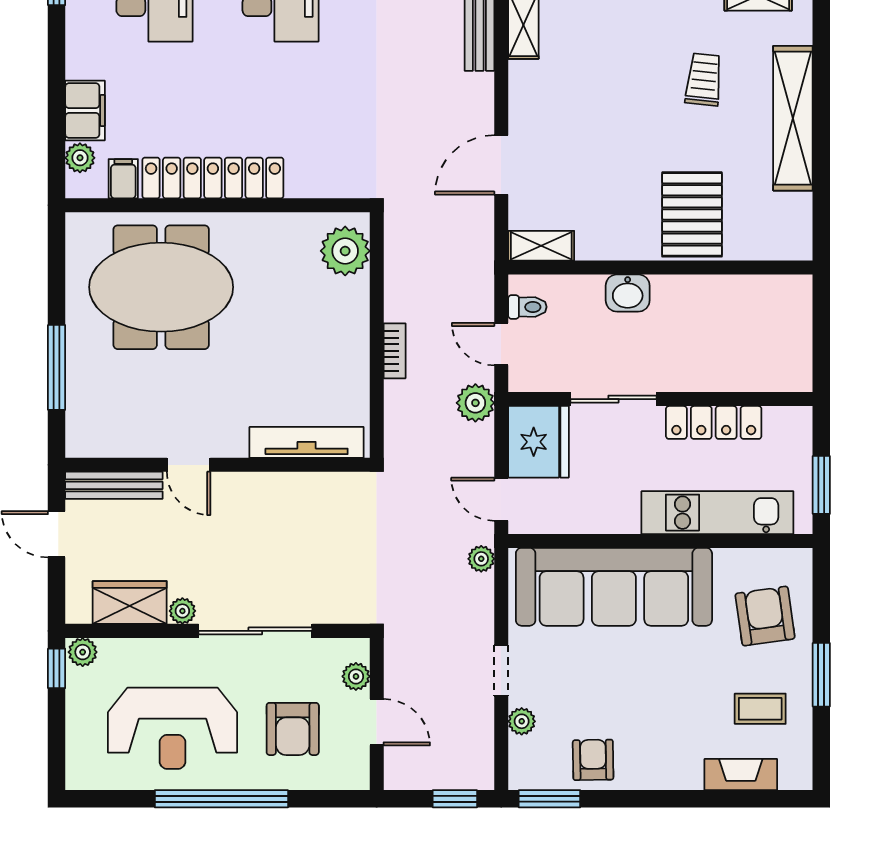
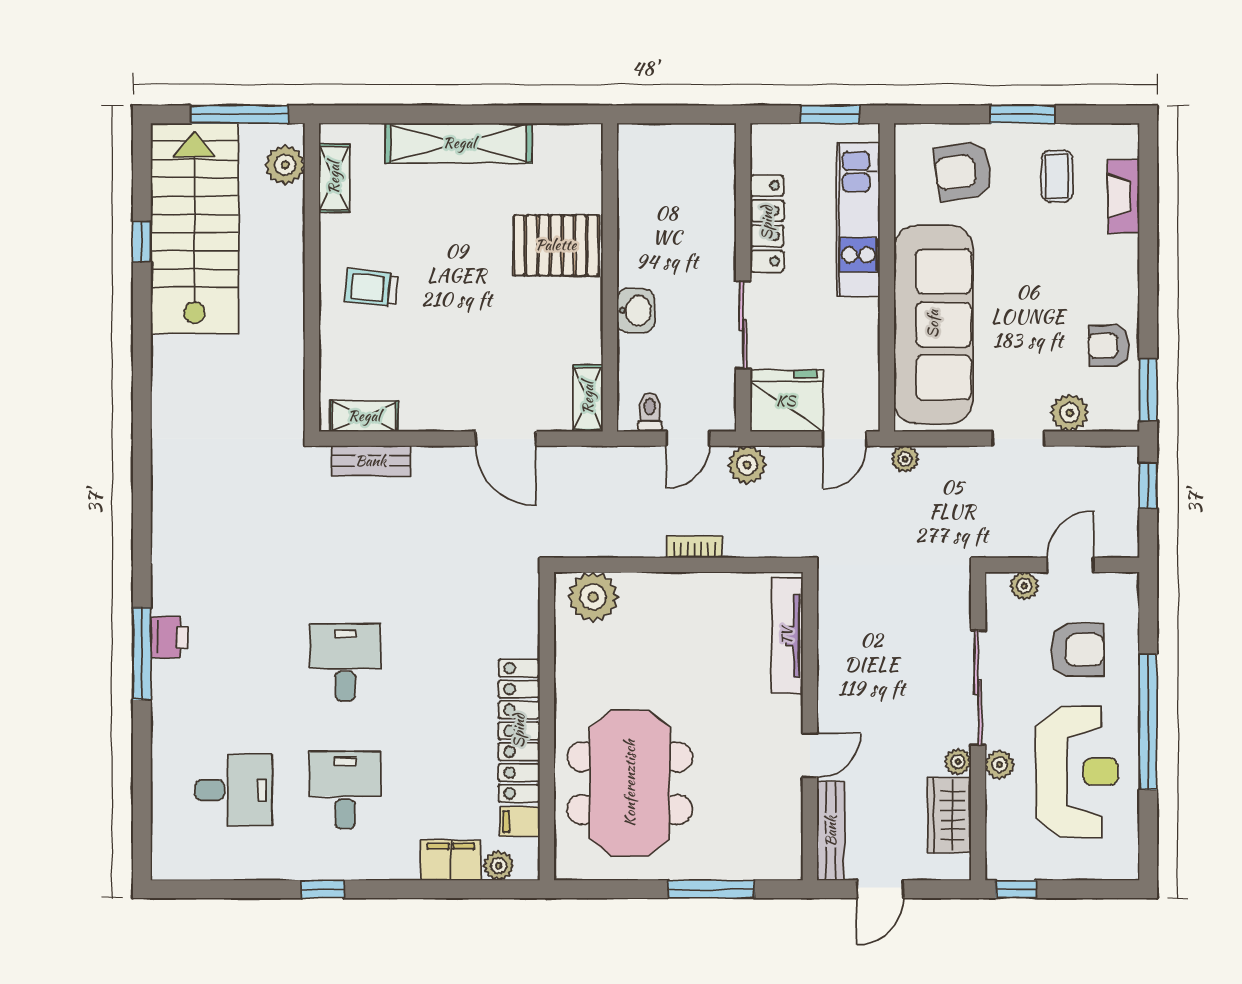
trolley: (704, 80) -> (371, 288), moved
plant: (83, 652) -> (1000, 765), moved
plant: (522, 721) -> (1070, 413), width x1.38, depth x1.38

